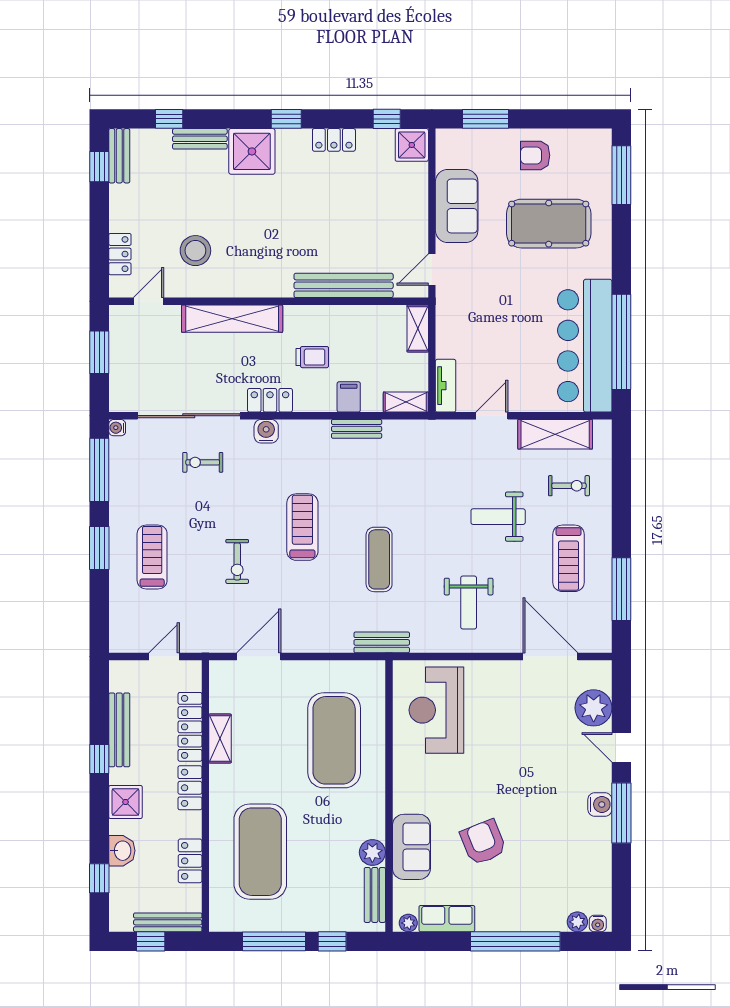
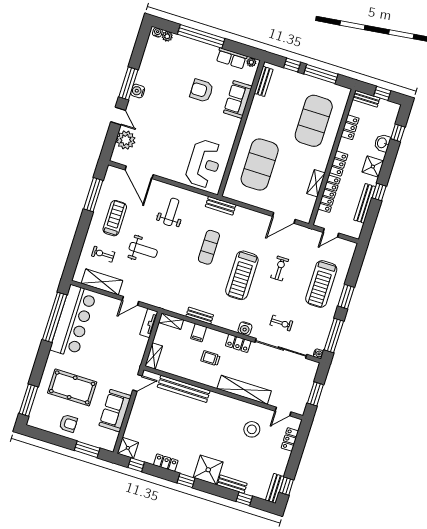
treadmill: (302, 527) -> (242, 275), width x1.37, depth x1.38
treadmill: (152, 557) -> (321, 284), width x1.37, depth x1.38
armchair: (483, 842) -> (202, 91), turned 112
plant: (372, 852) -> (258, 103), removed
bench: (168, 922) -> (366, 99), width x0.73

